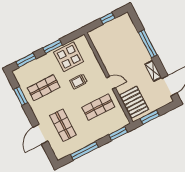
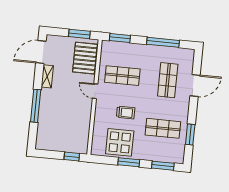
window: (108, 18) -> (72, 157), moved

